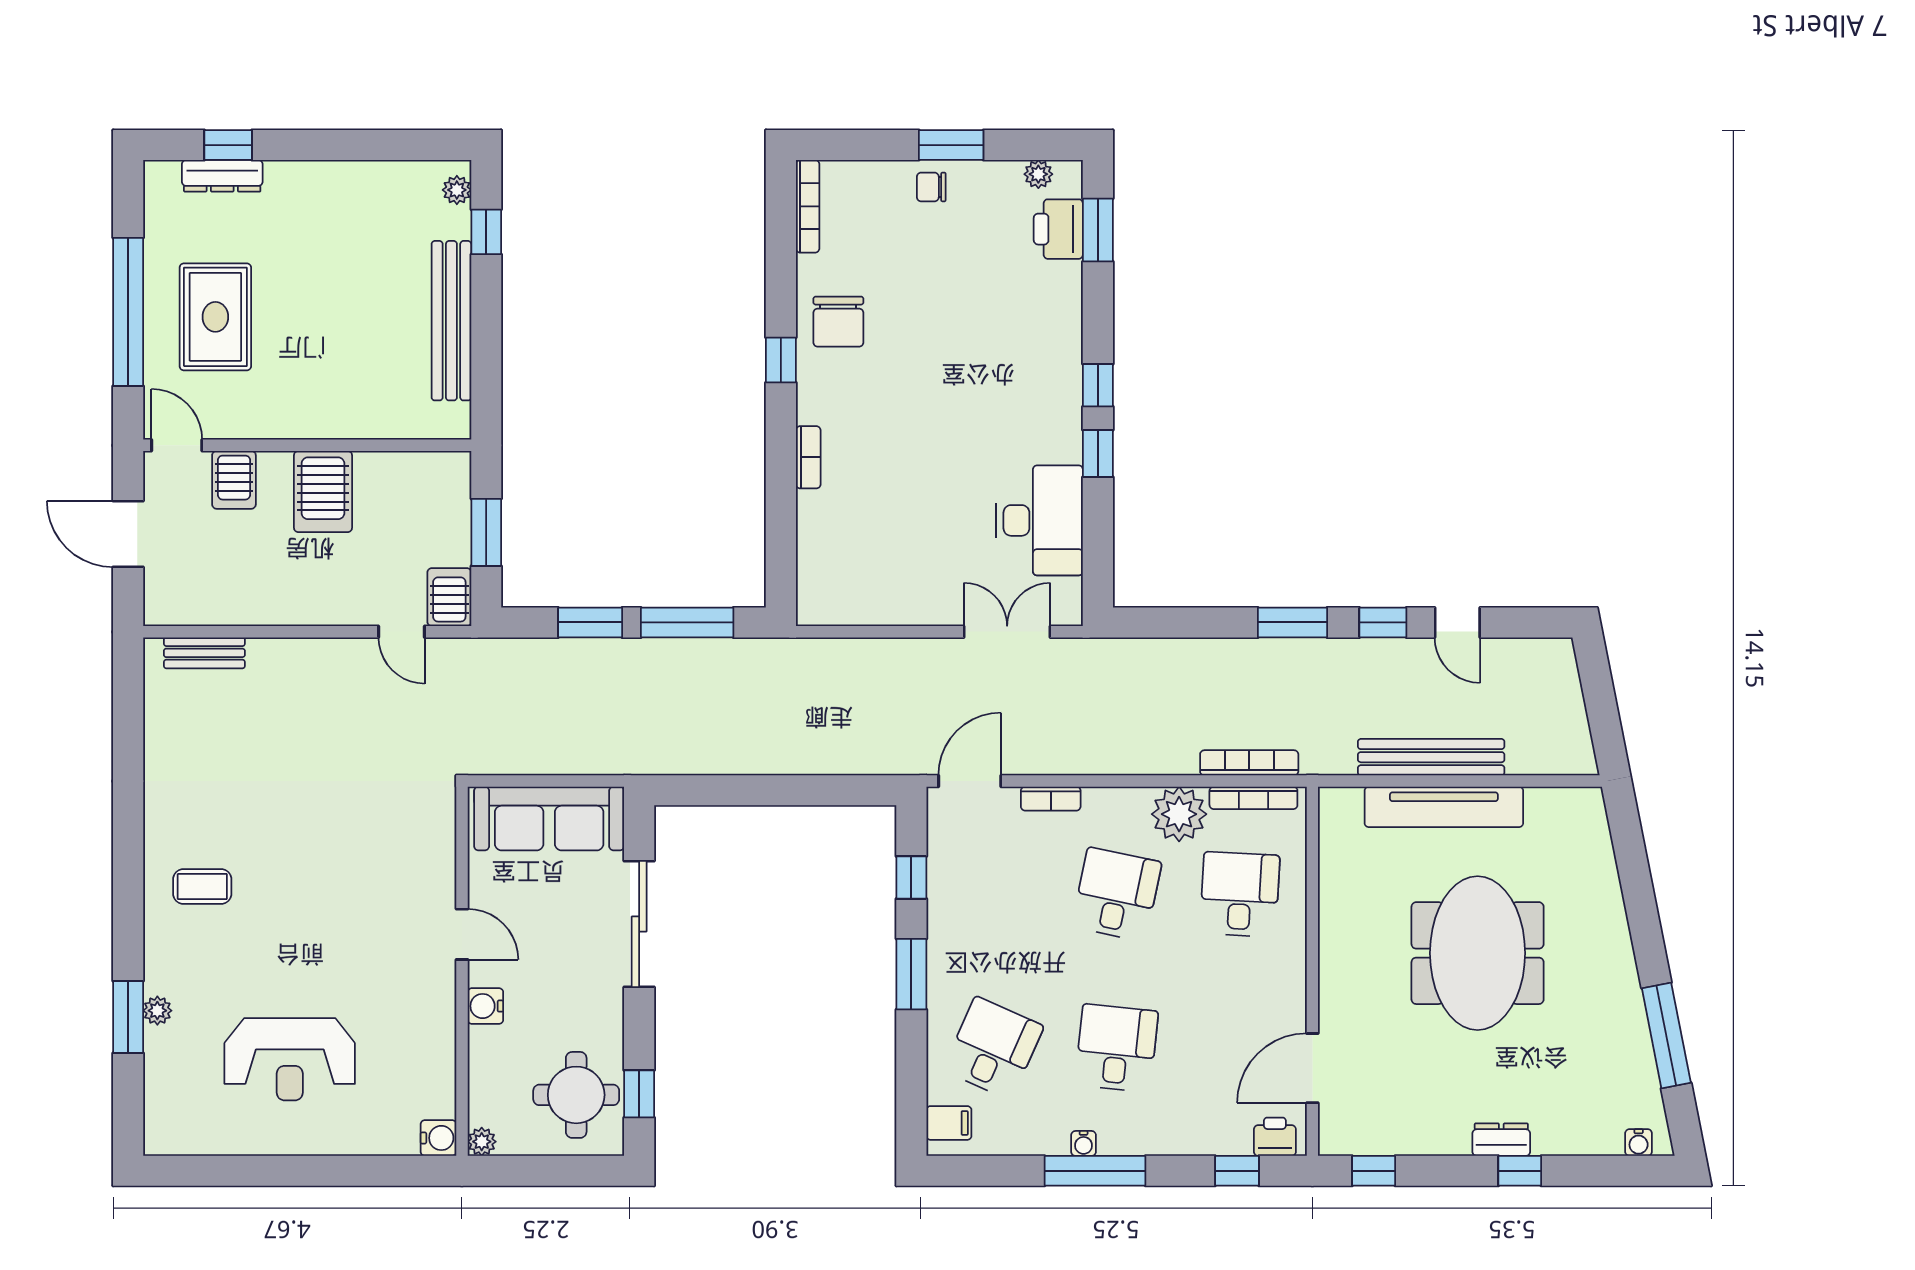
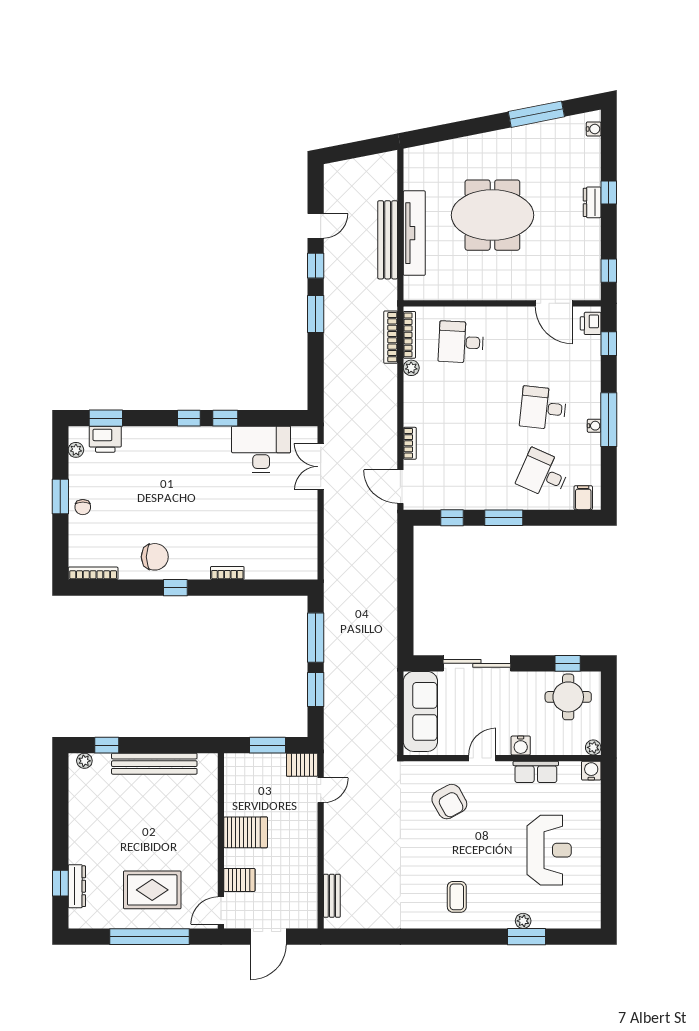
plant: (1179, 814) -> (411, 368), width x0.53, depth x0.53
armchair: (381, 873) -> (449, 802), added
desk: (1117, 894) -> (461, 408), removed
row of seats: (436, 1034) -> (536, 772), added

